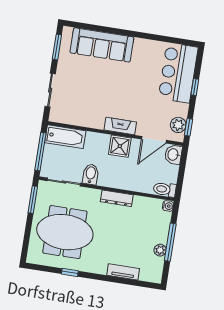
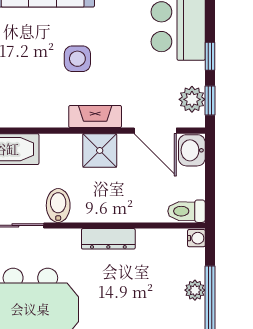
window: (195, 87) -> (210, 56), moved
side table: (115, 91) -> (77, 59), added
door: (154, 140) -> (155, 131), hinge flipped
plant: (160, 250) -> (195, 290), moved

